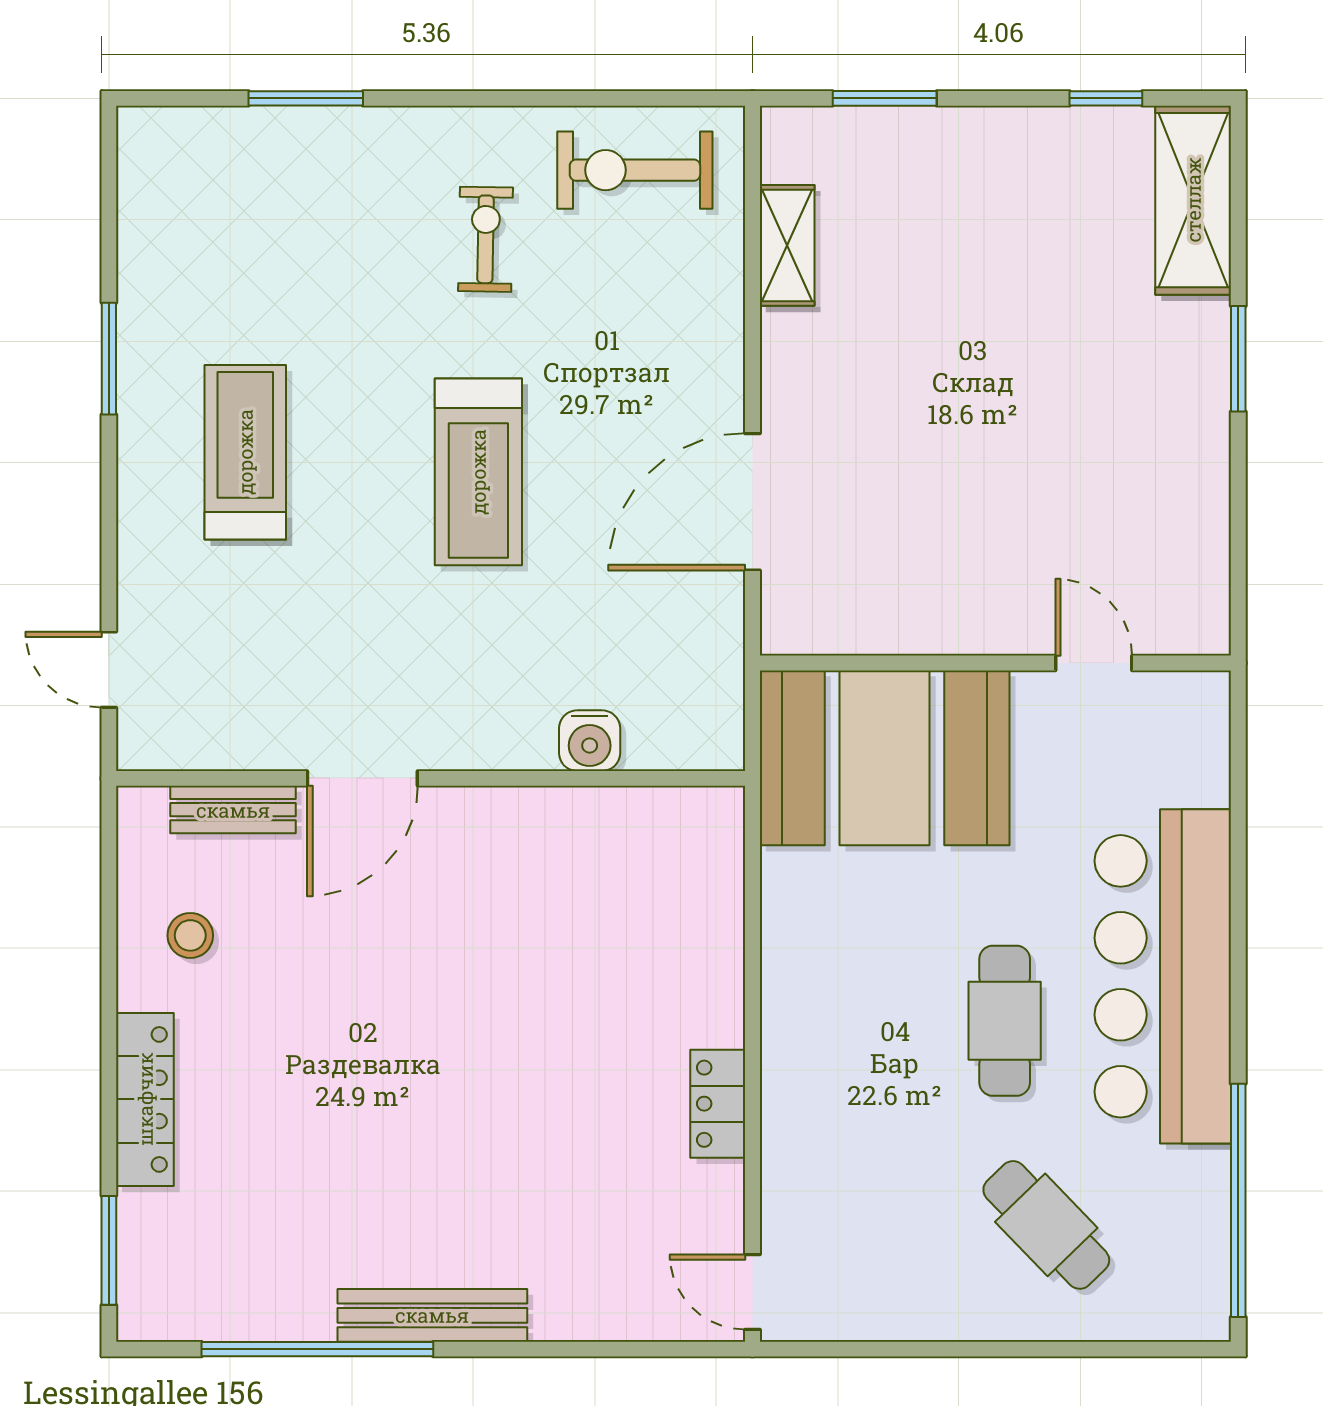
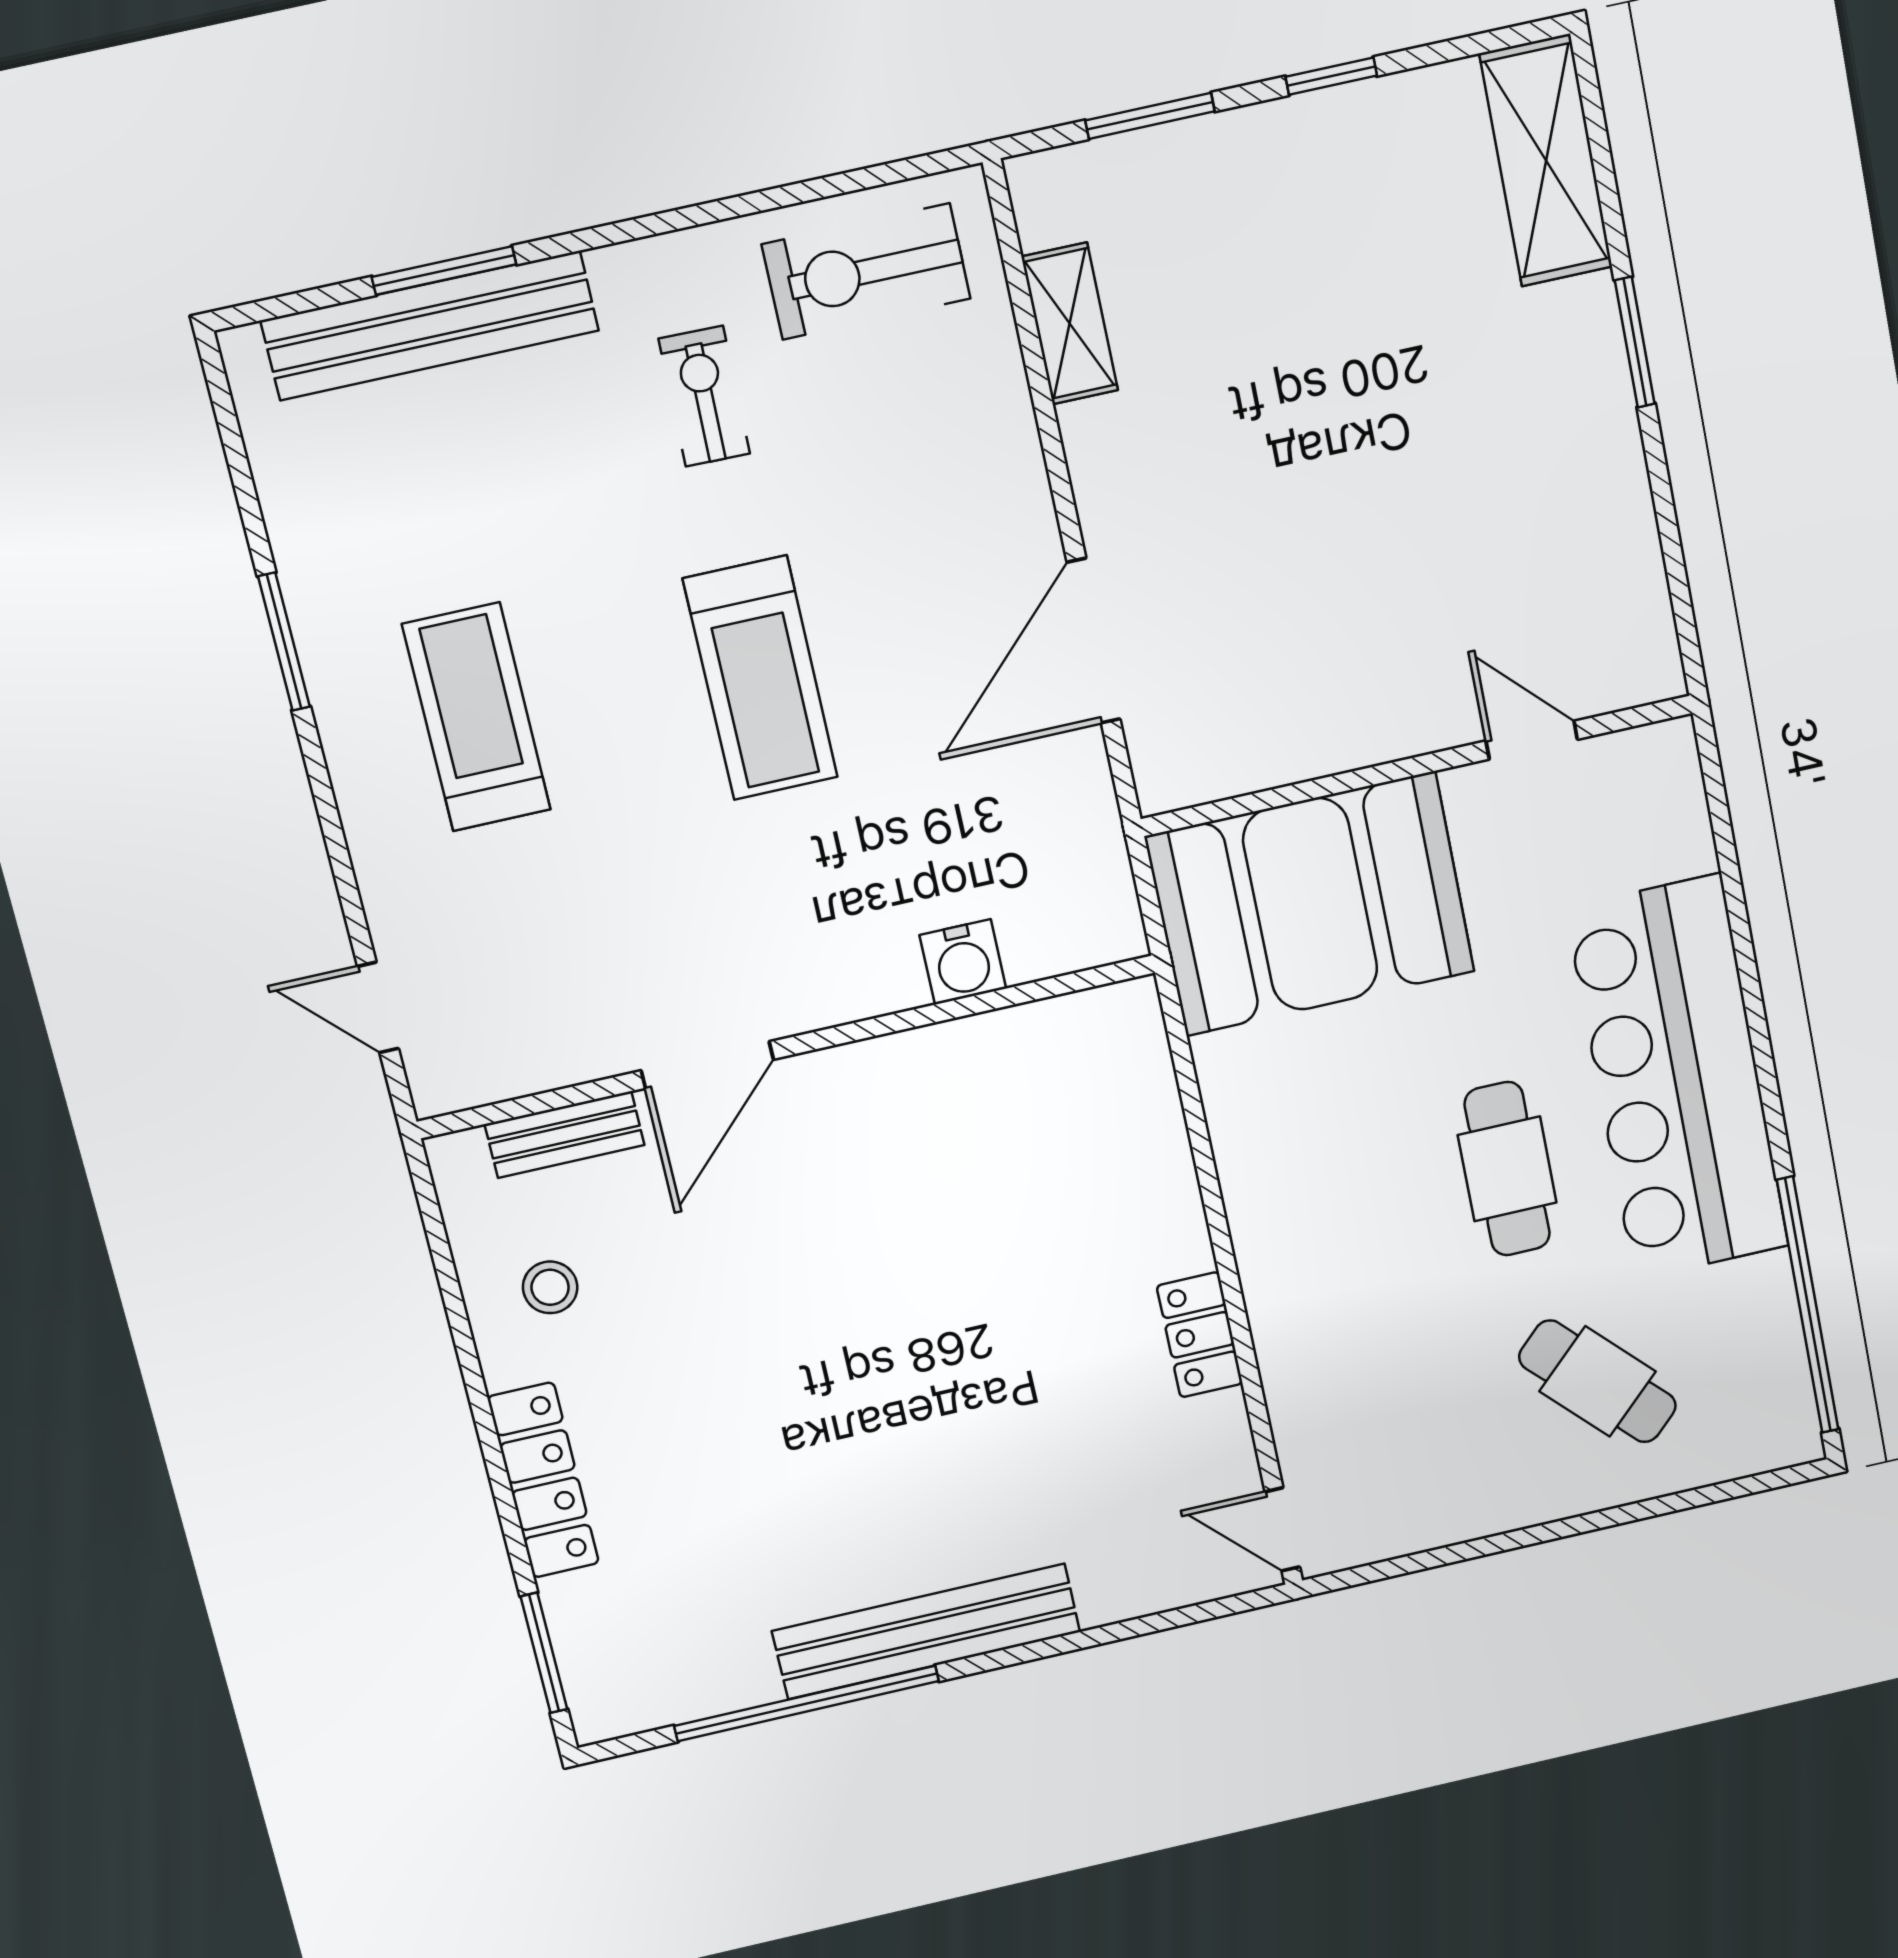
window: (1106, 98) -> (1331, 76), moved
bench: (284, 138) -> (430, 326), added
bench: (432, 1315) -> (926, 1631), width x1.37, depth x1.21

